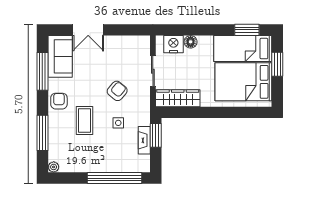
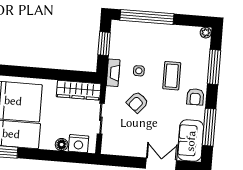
window: (156, 135) -> (104, 44), moved
fireplace: (144, 140) -> (113, 73), moved

